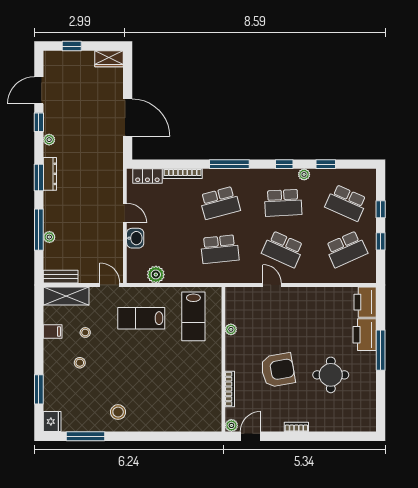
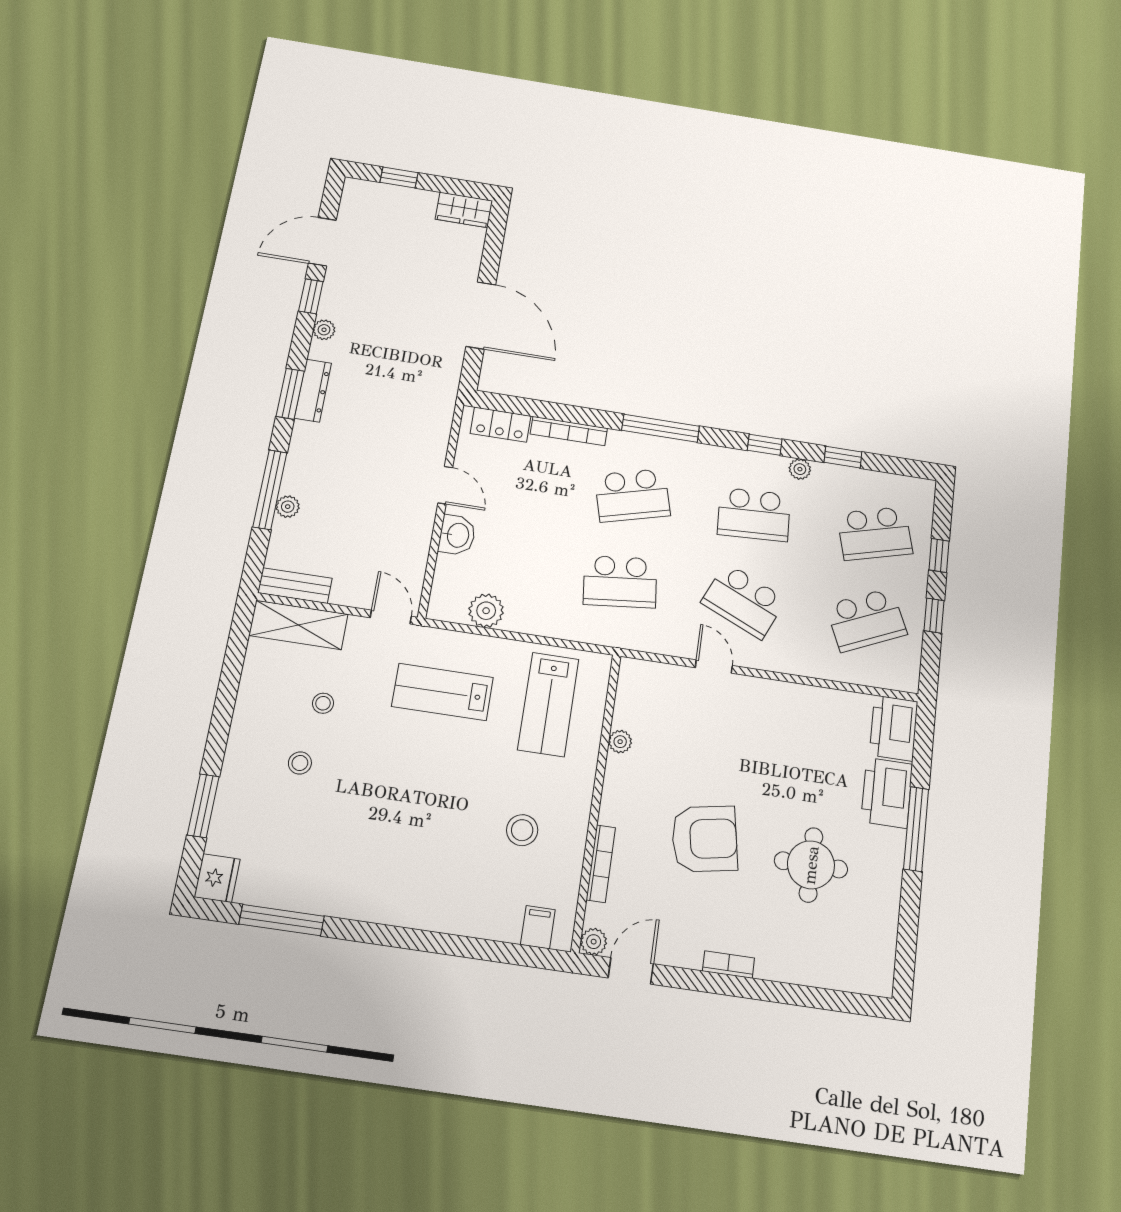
school desk: (346, 203) -> (875, 533), turned -39
filing cabinet: (53, 332) -> (538, 927), moved, turned -90
stool: (118, 412) -> (522, 830), moved

